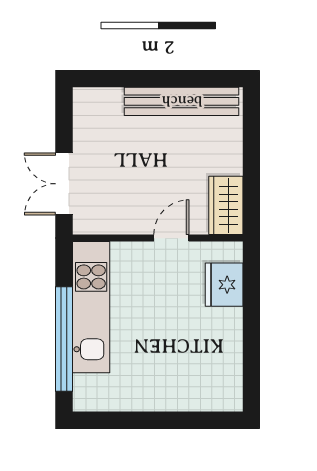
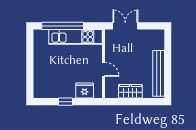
wardrobe: (226, 205) -> (130, 91), moved
window: (251, 332) -> (65, 102), added

